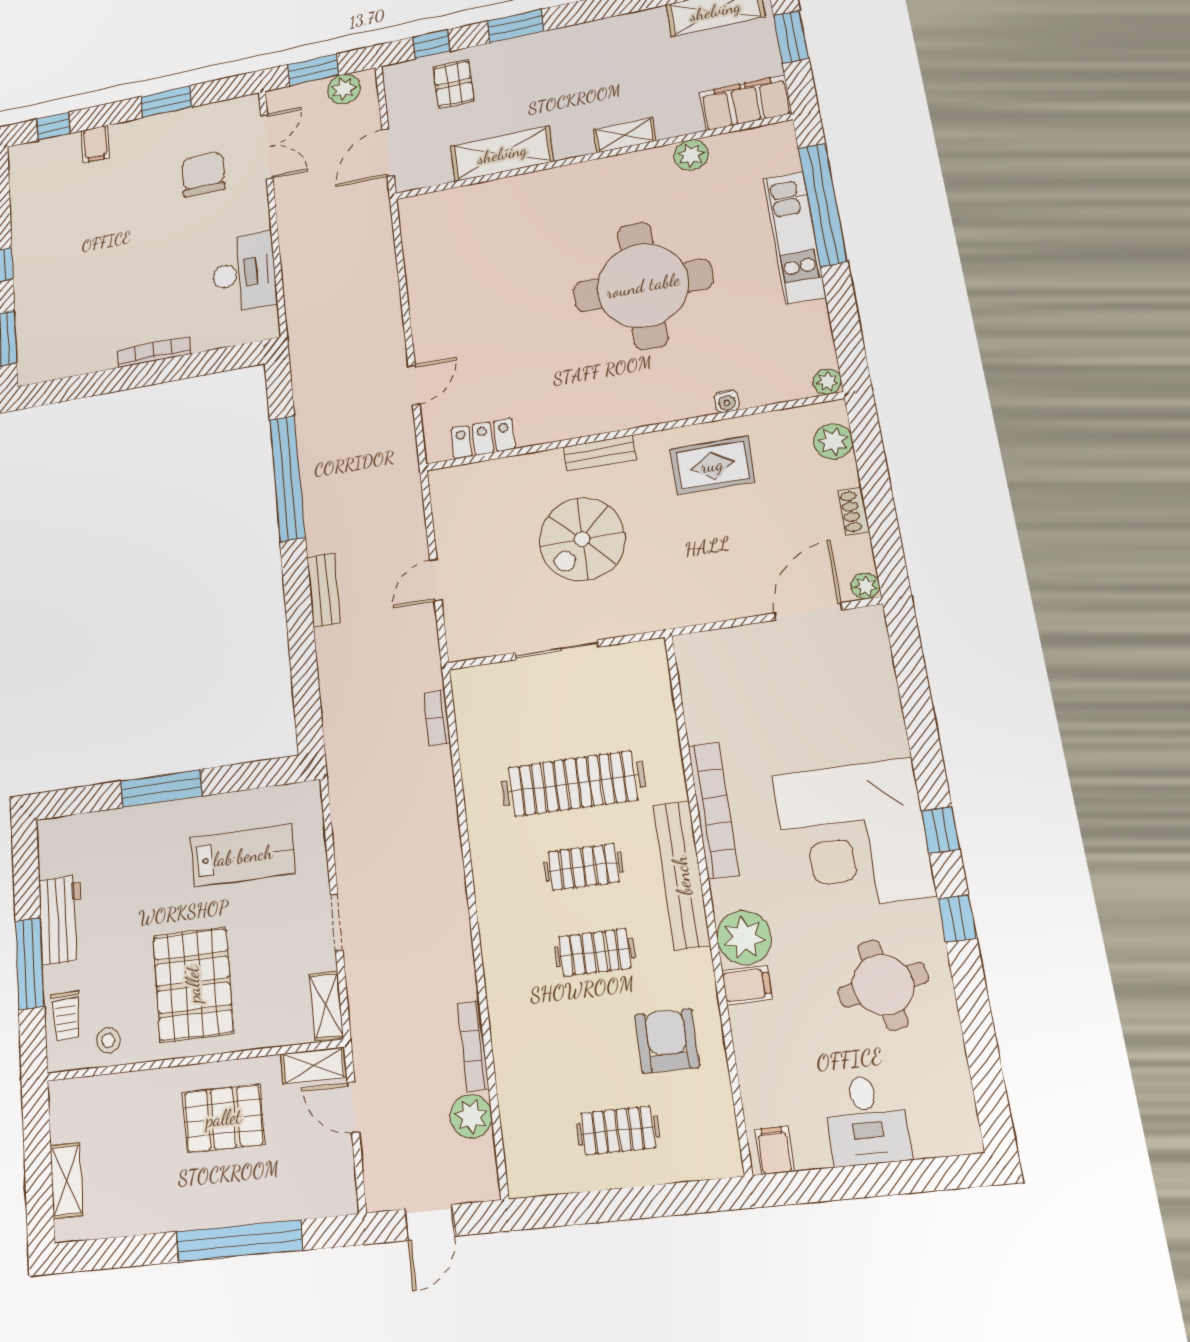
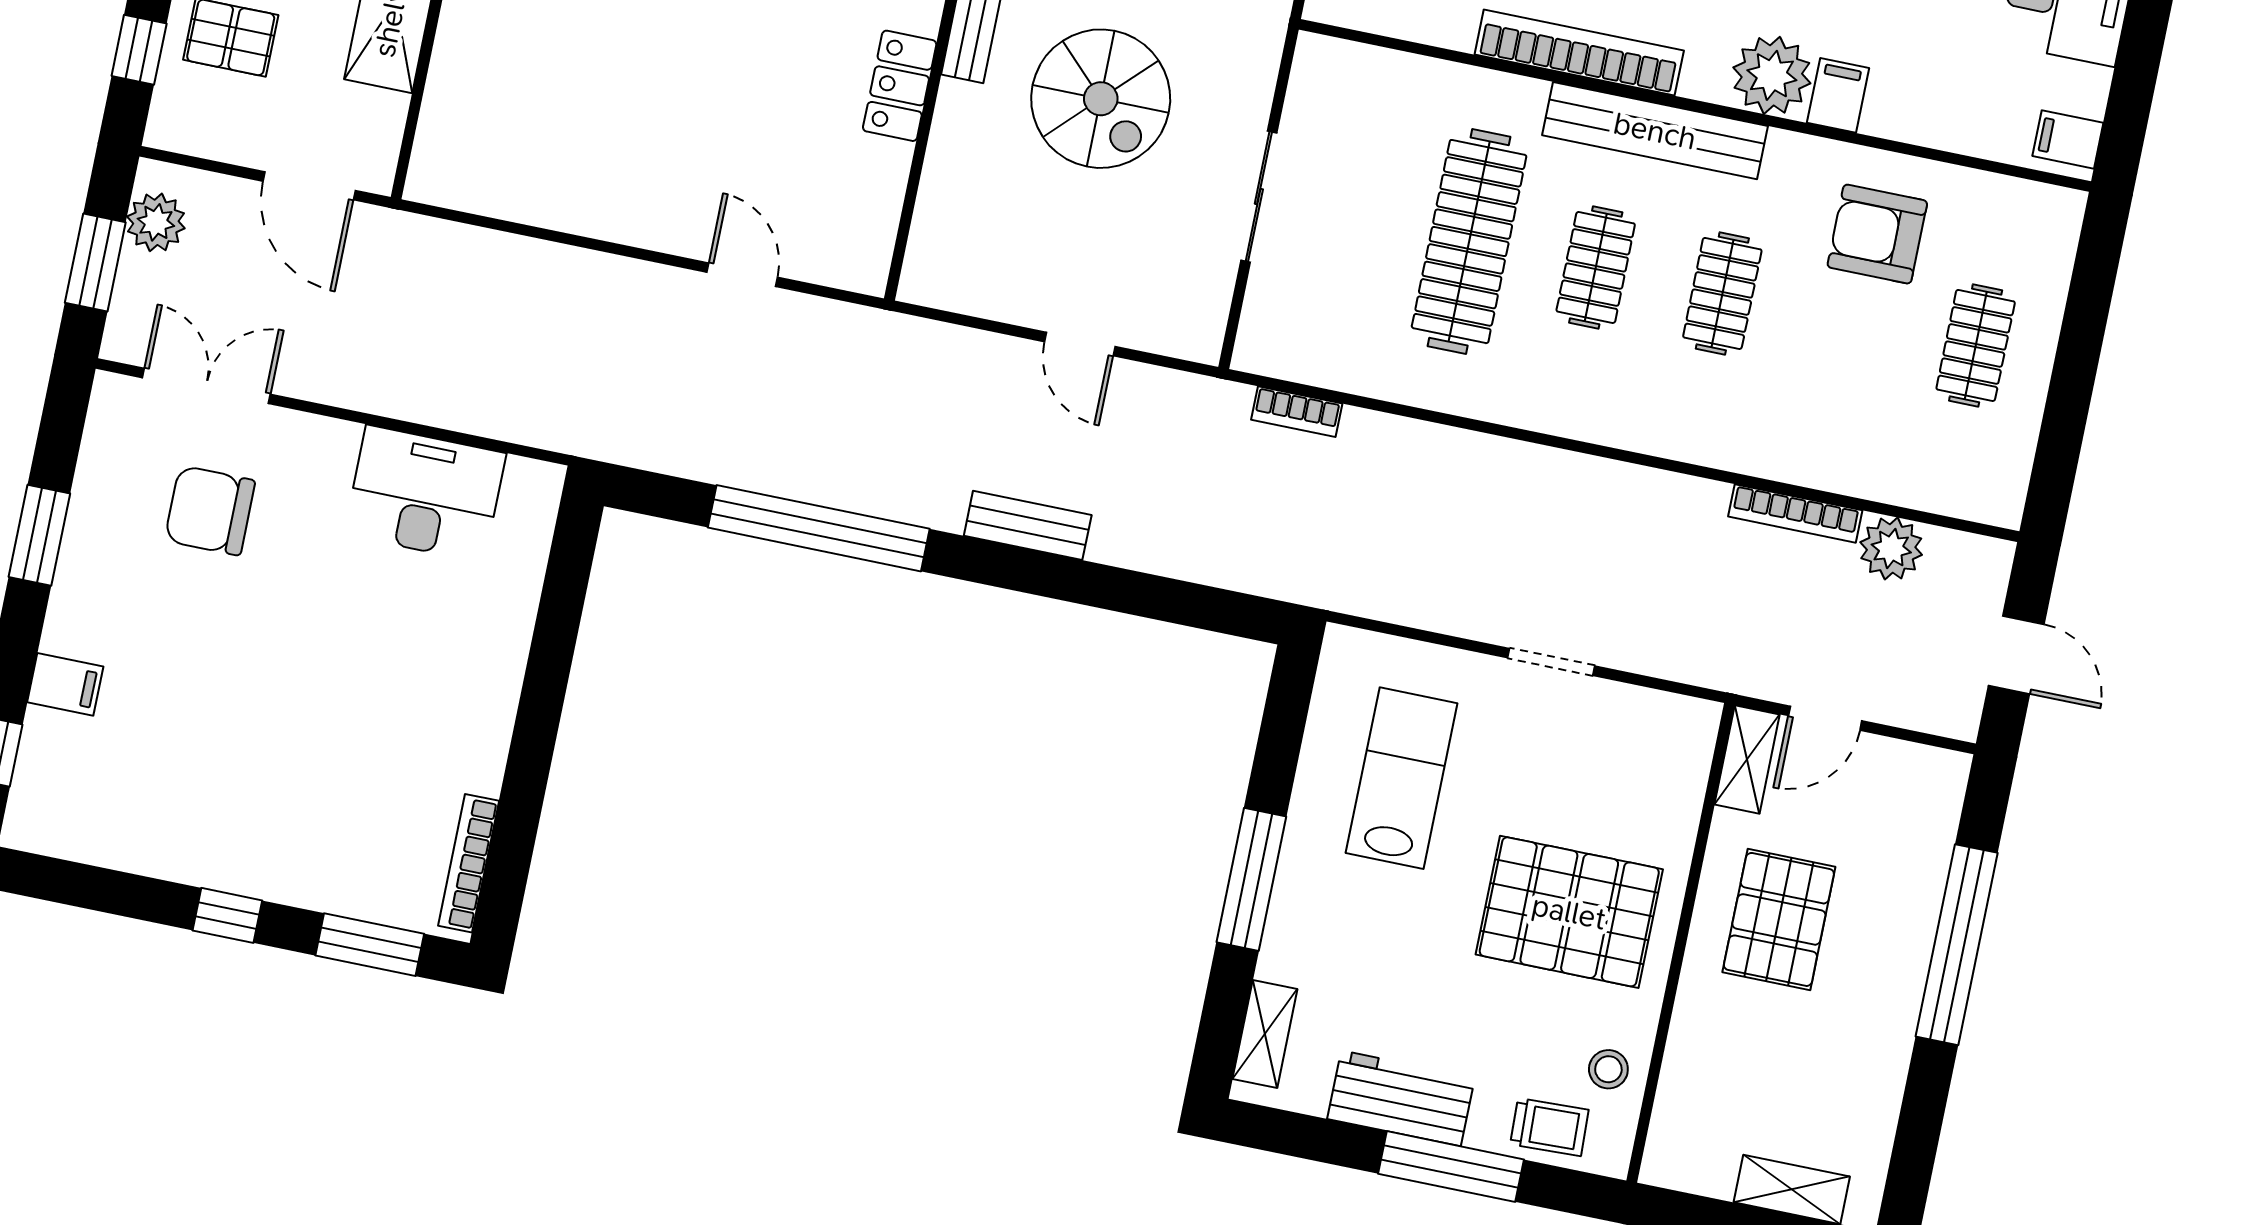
bookcase: (153, 352) -> (469, 863), moved
locker: (483, 439) -> (900, 86), moved
shelving: (326, 1006) -> (1265, 1034), moved, turned 90

